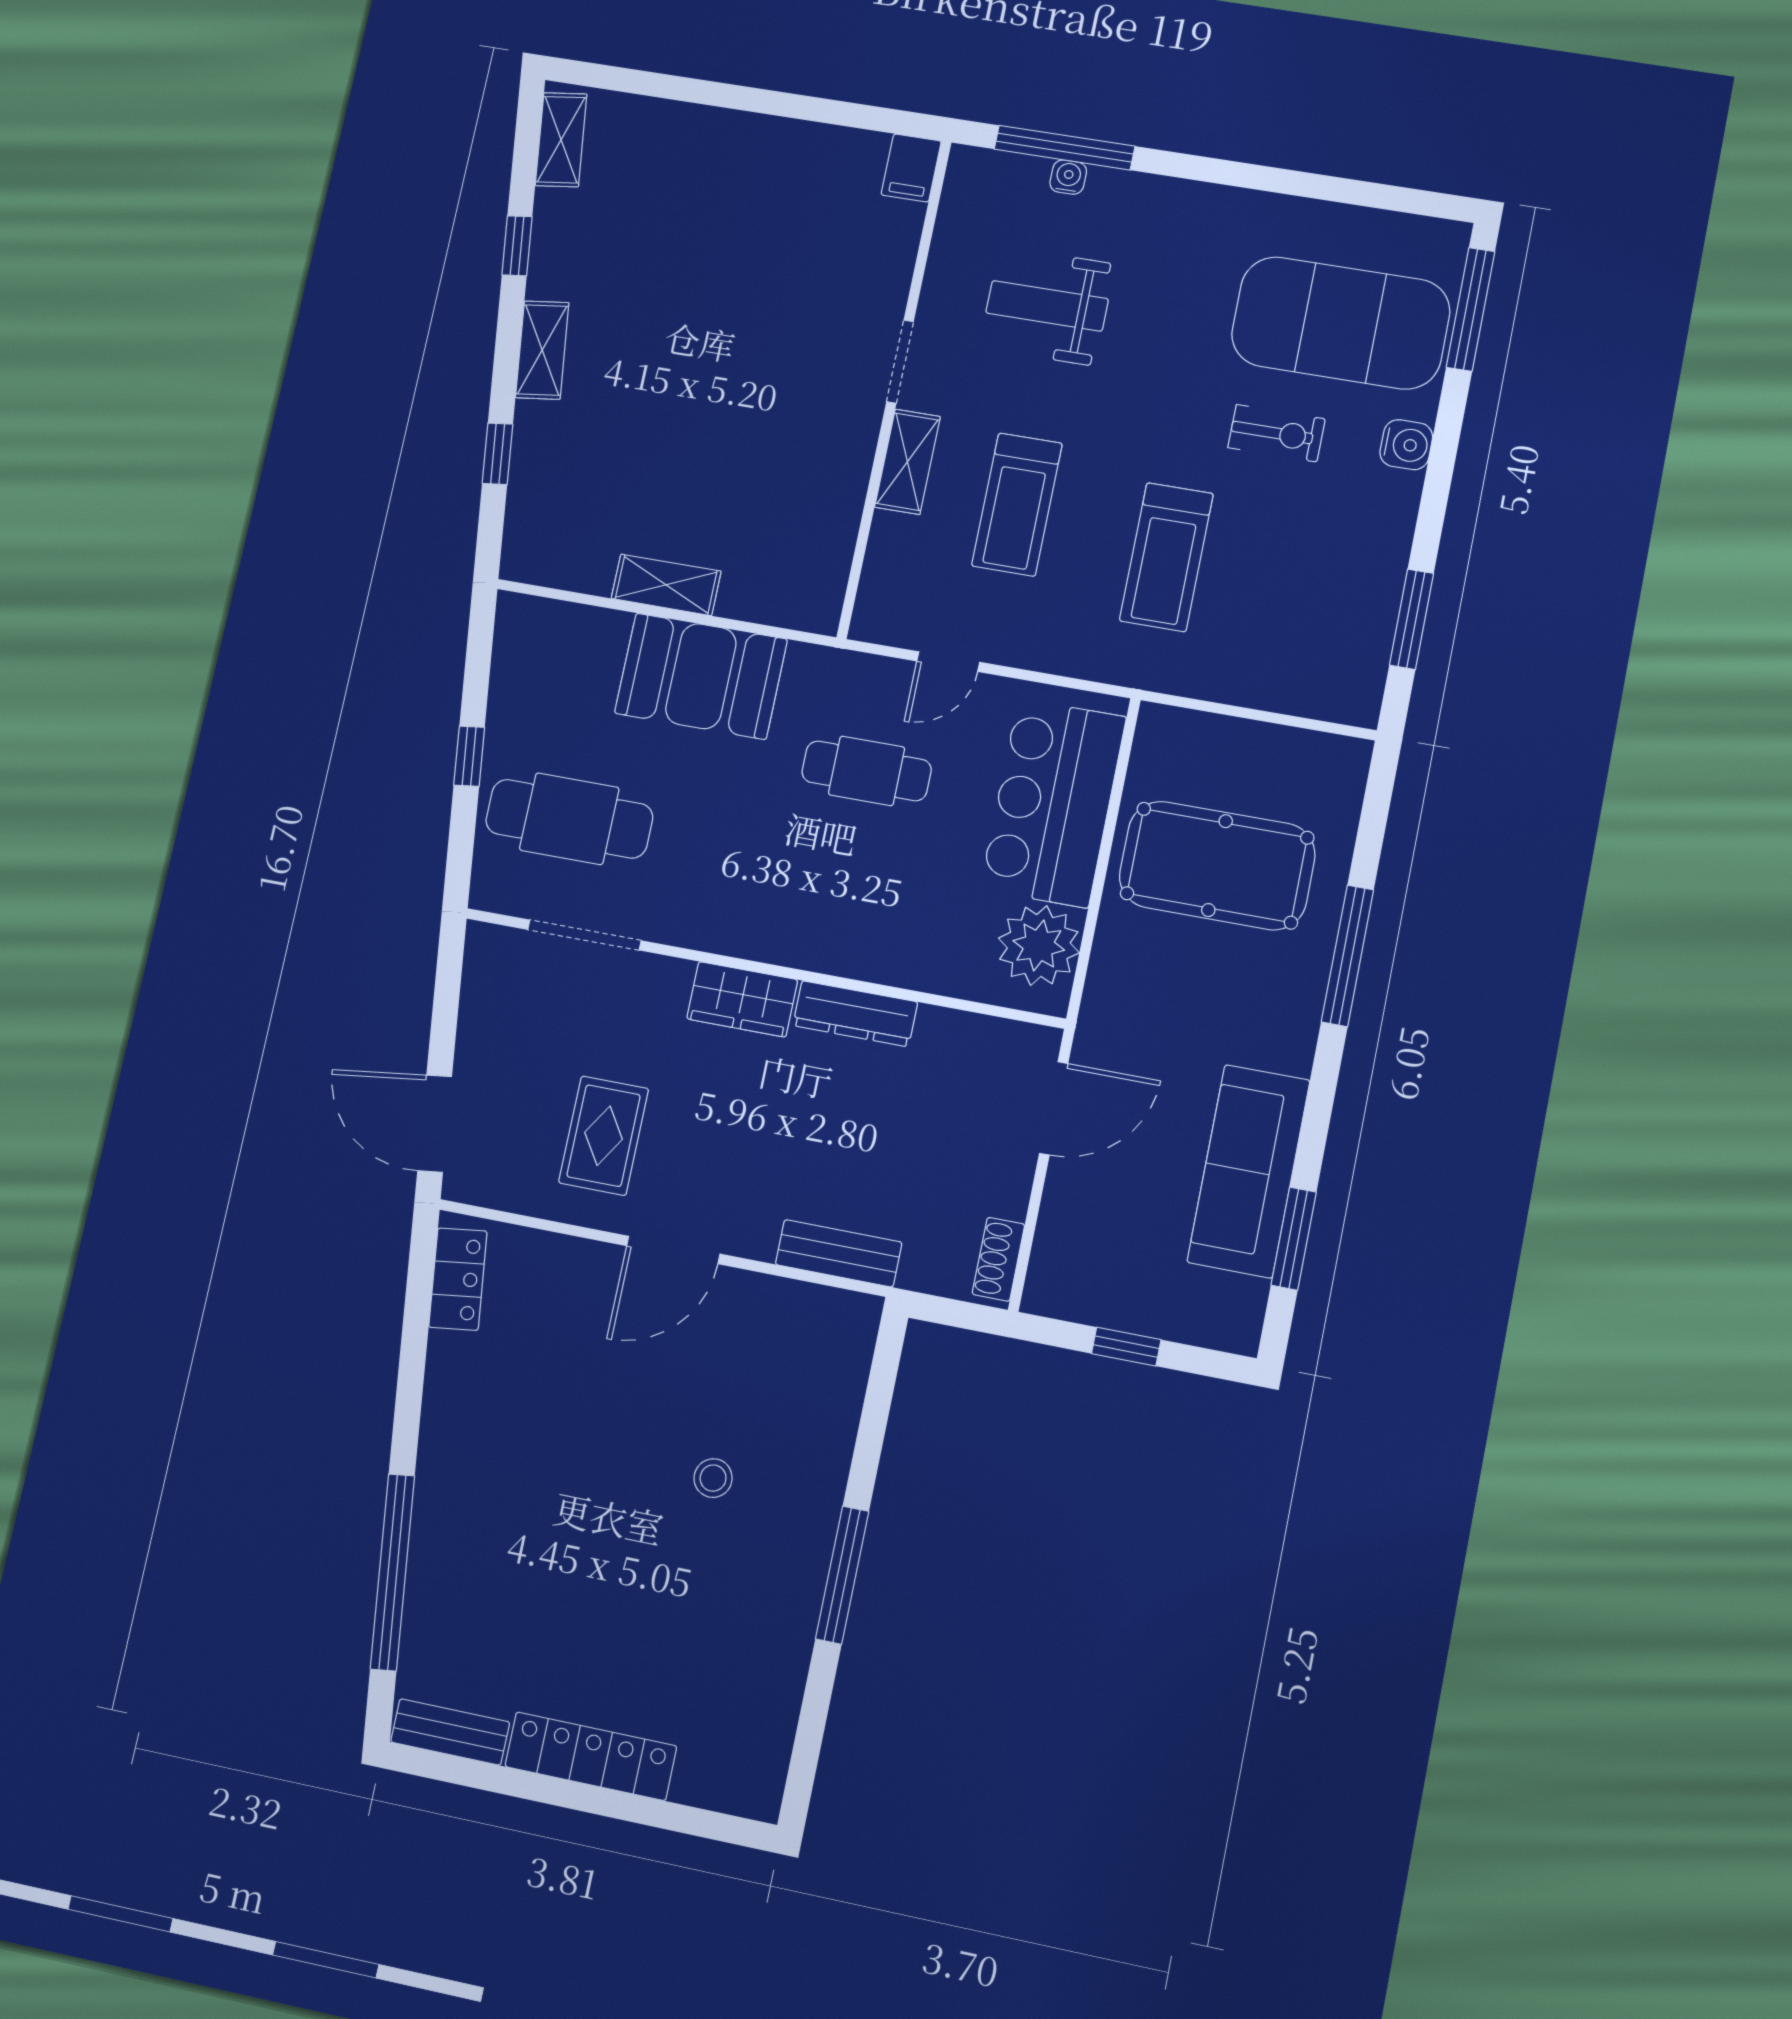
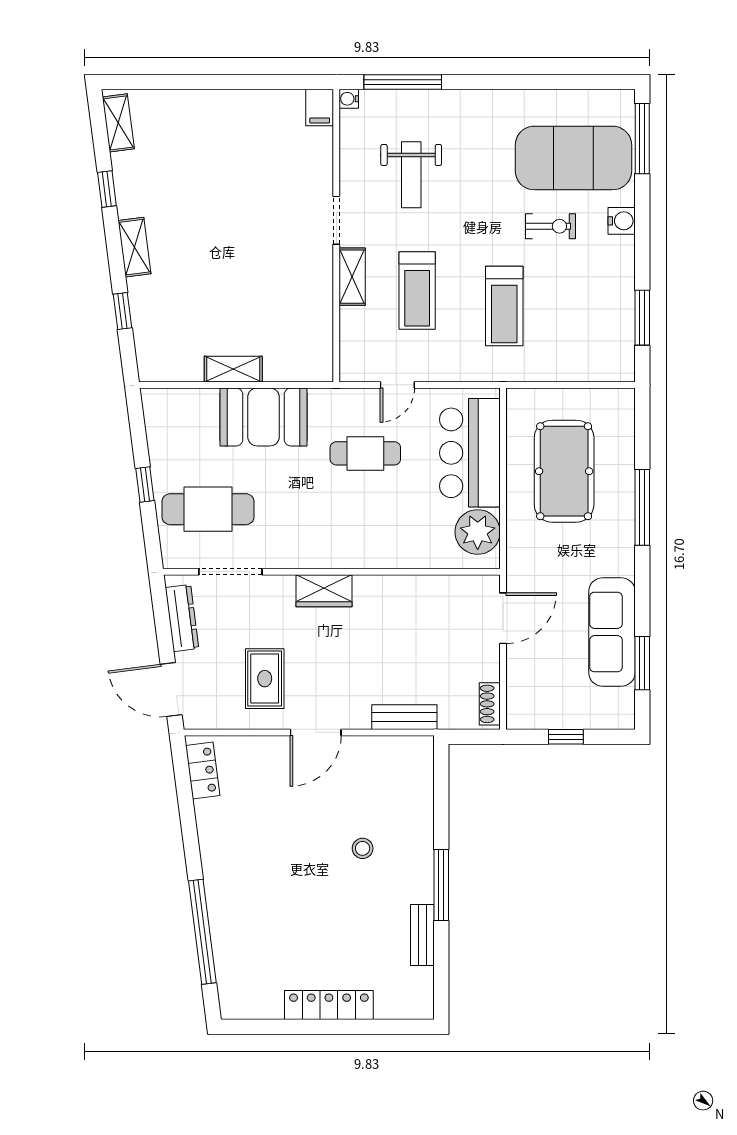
water cooler: (1068, 177) -> (349, 99), moved, turned -90
weight bench: (1047, 306) -> (411, 175), turned -90
pool table: (1217, 866) -> (564, 471), turned 90
dresser: (855, 1014) -> (182, 618), moved, turned -97
bench: (450, 1732) -> (422, 935), moved, turned 90

